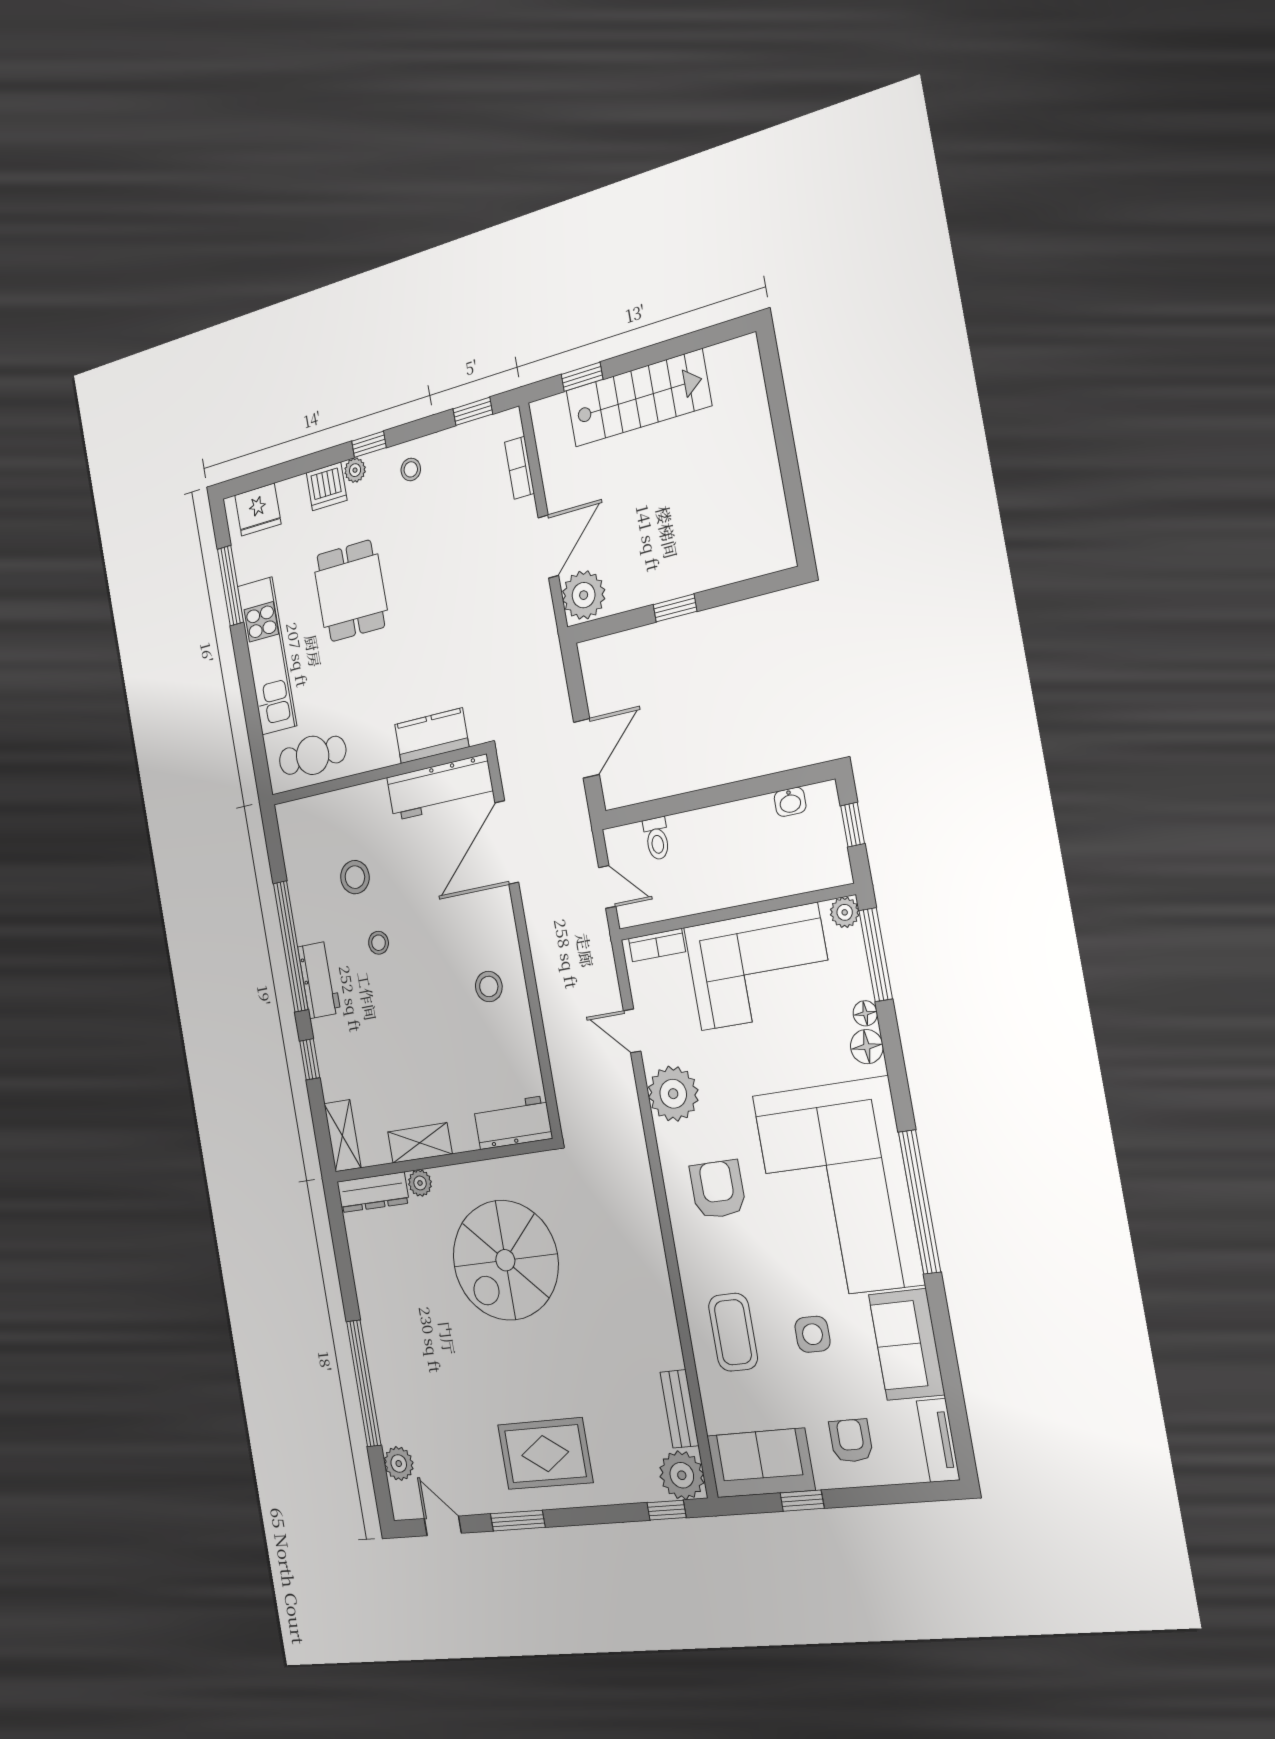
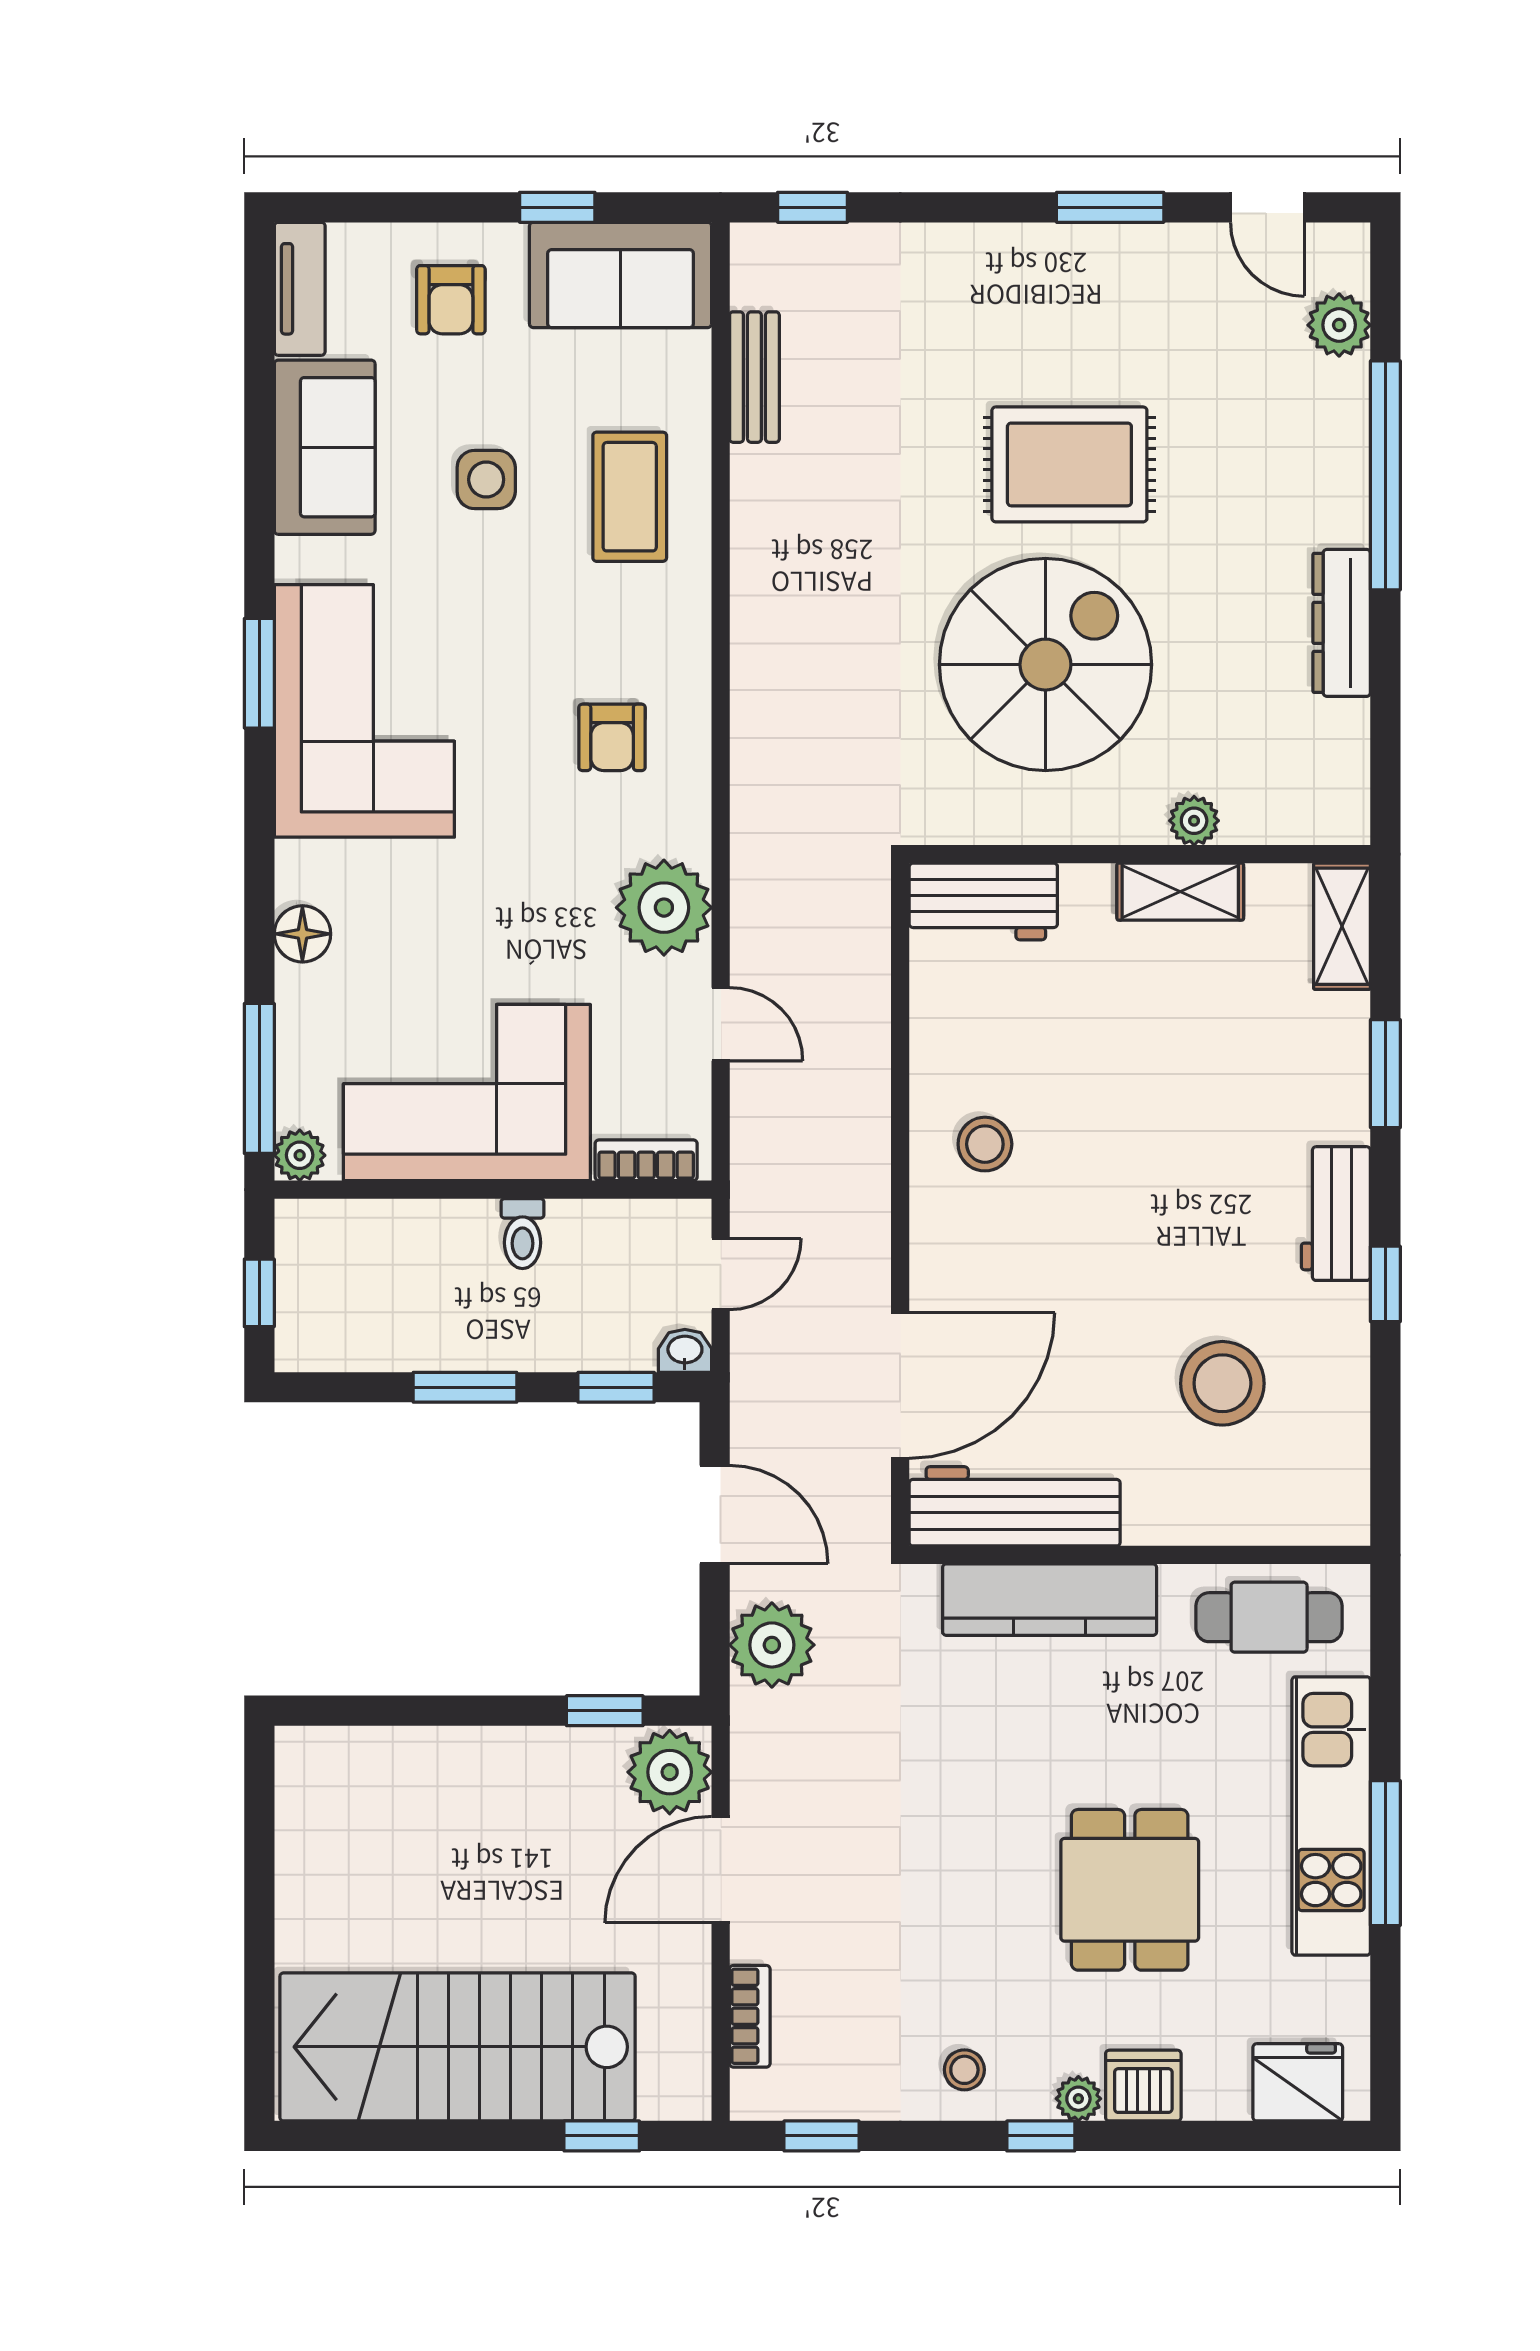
stairs: (638, 398) -> (458, 2047), width x1.36, depth x1.51
window: (230, 586) -> (1385, 1853), moved
window: (675, 608) -> (605, 1711), moved
kitchen counter: (432, 736) -> (1050, 1600), width x1.50
door: (586, 748) -> (715, 1514), swing flipped
window: (729, 793) -> (465, 1387), added
washbasin: (790, 802) -> (685, 1351), moved
window: (650, 810) -> (616, 1387), added
toilet: (657, 839) -> (522, 1234), moved, turned 180
stool: (355, 877) -> (1222, 1383), width x1.38, depth x1.38
door: (607, 887) -> (721, 1274), swing flipped
stool: (379, 943) -> (1196, 1258), removed
window: (291, 946) -> (1385, 1284), width x0.32
floor lamp: (865, 1013) -> (295, 988), removed
window: (310, 1059) -> (1385, 1074), width x1.50
armchair: (718, 1189) -> (612, 737), width x0.72, depth x0.72
corner sofa: (838, 1189) -> (364, 711), width x0.73, depth x0.74
dresser: (373, 1192) -> (1342, 623), moved, turned -90
window: (920, 1202) -> (259, 673), width x0.47
rug: (545, 1454) -> (1069, 464), moved
plant: (682, 1475) -> (772, 1645), moved

